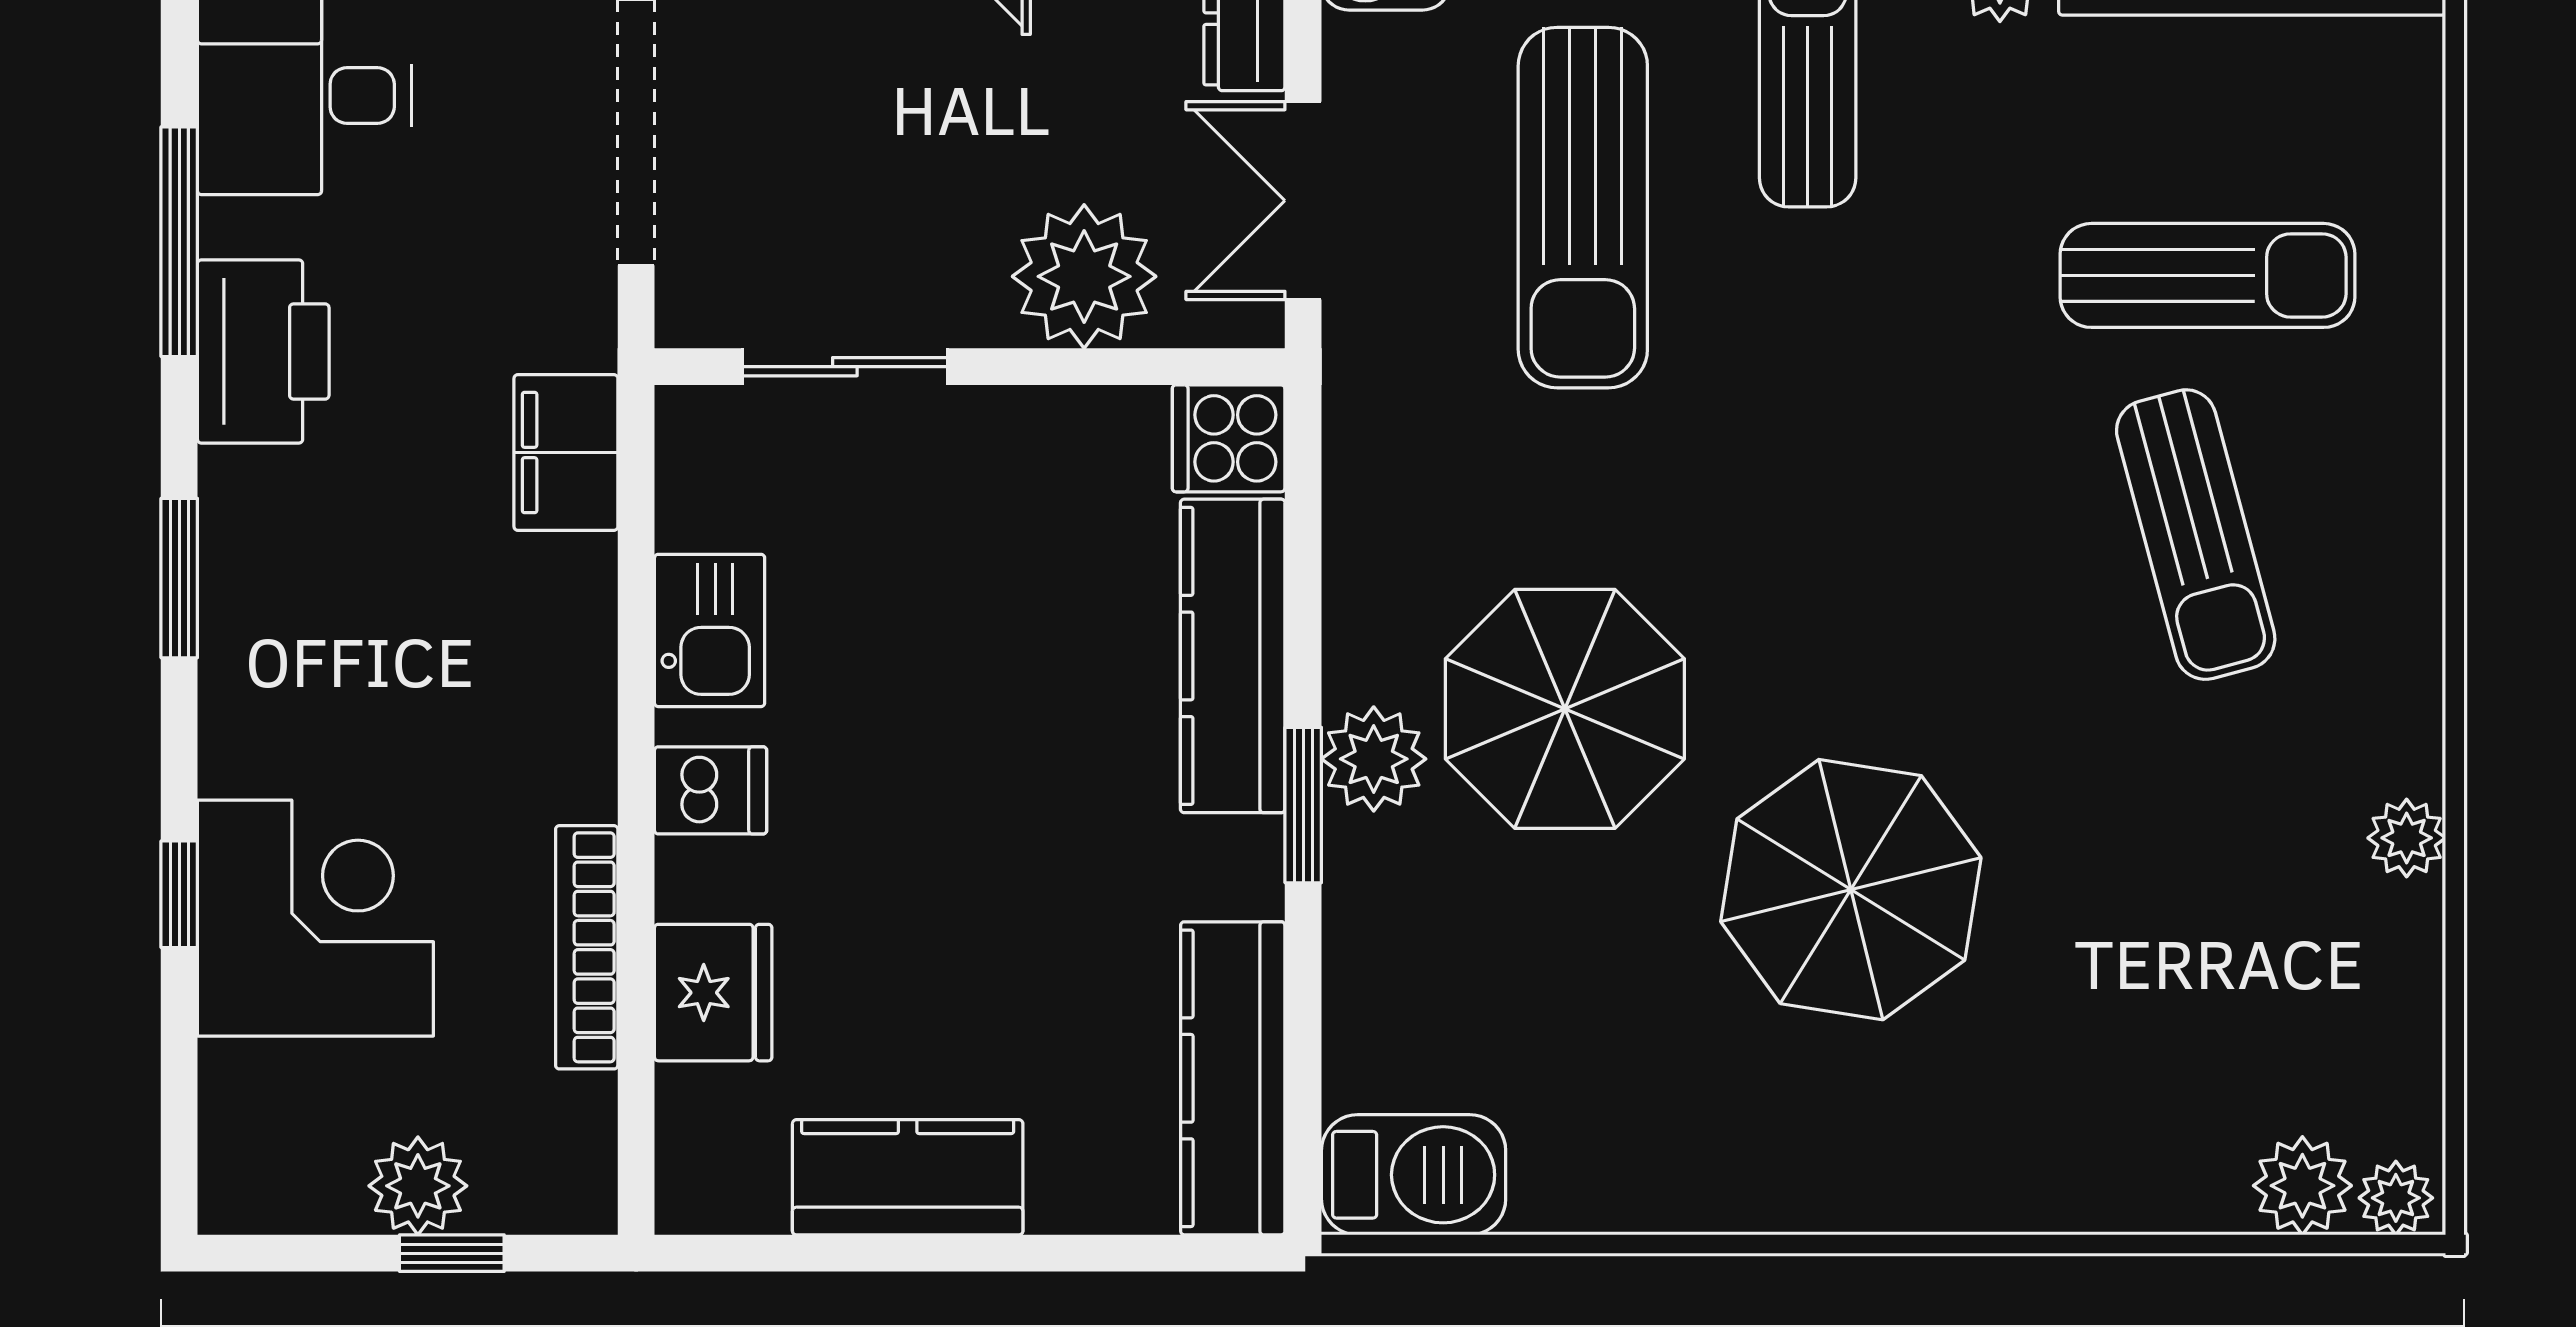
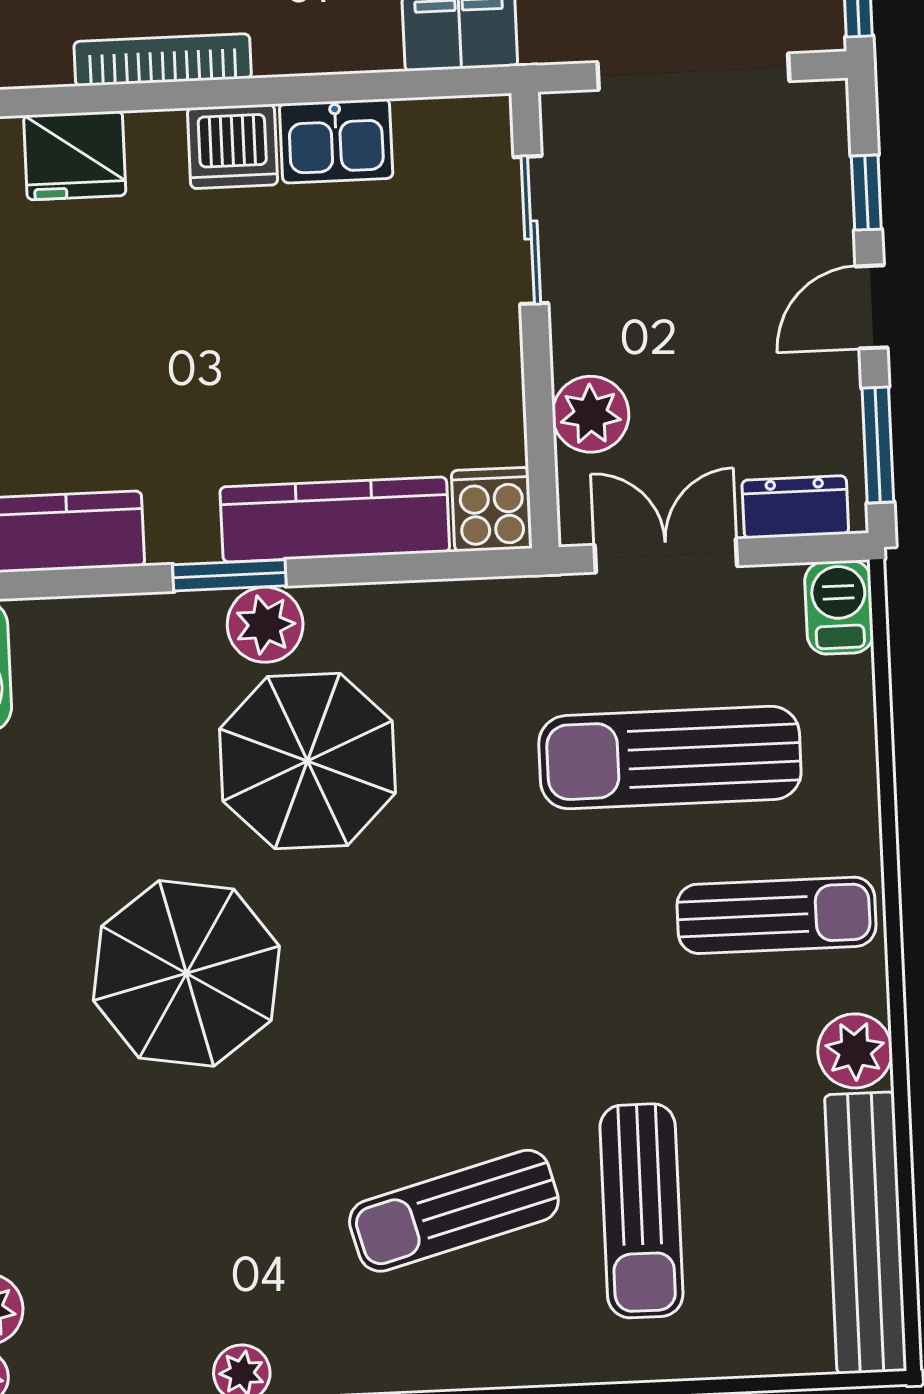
plant: (1084, 276) -> (591, 414), width x0.73, depth x0.73
dishwasher: (711, 790) -> (232, 146), width x1.38
bookcase: (587, 947) -> (163, 60), moved

